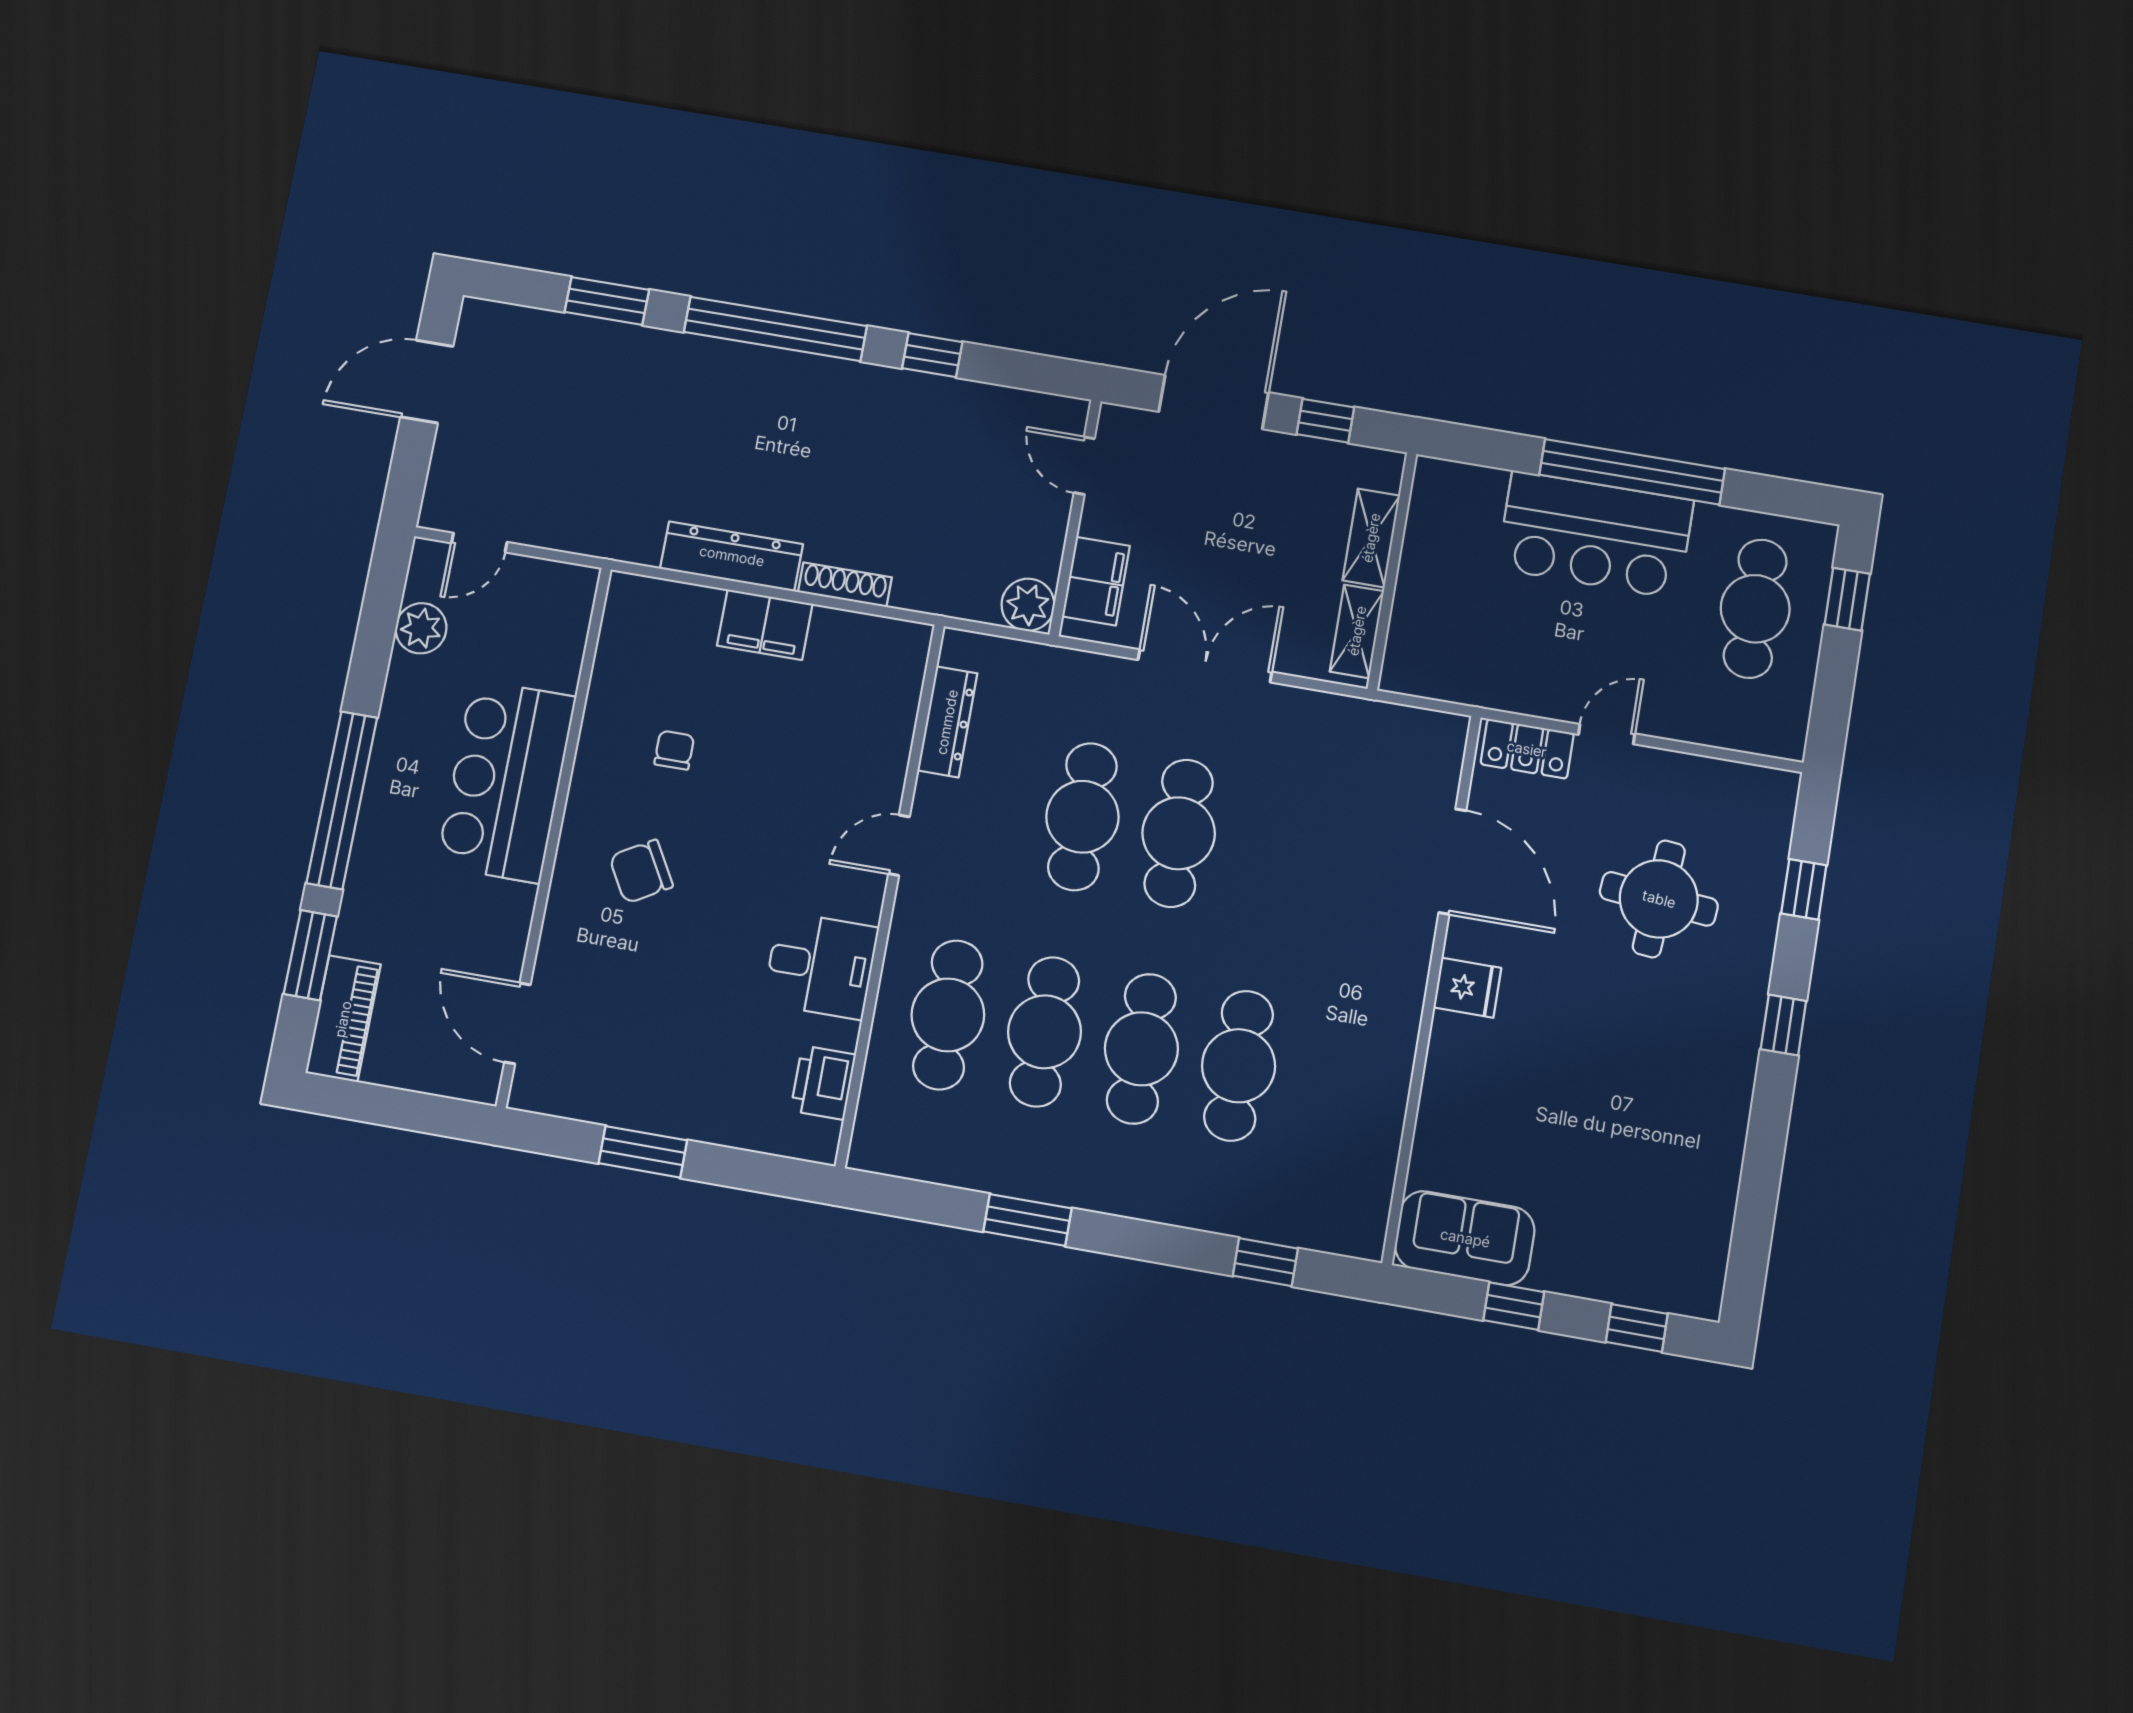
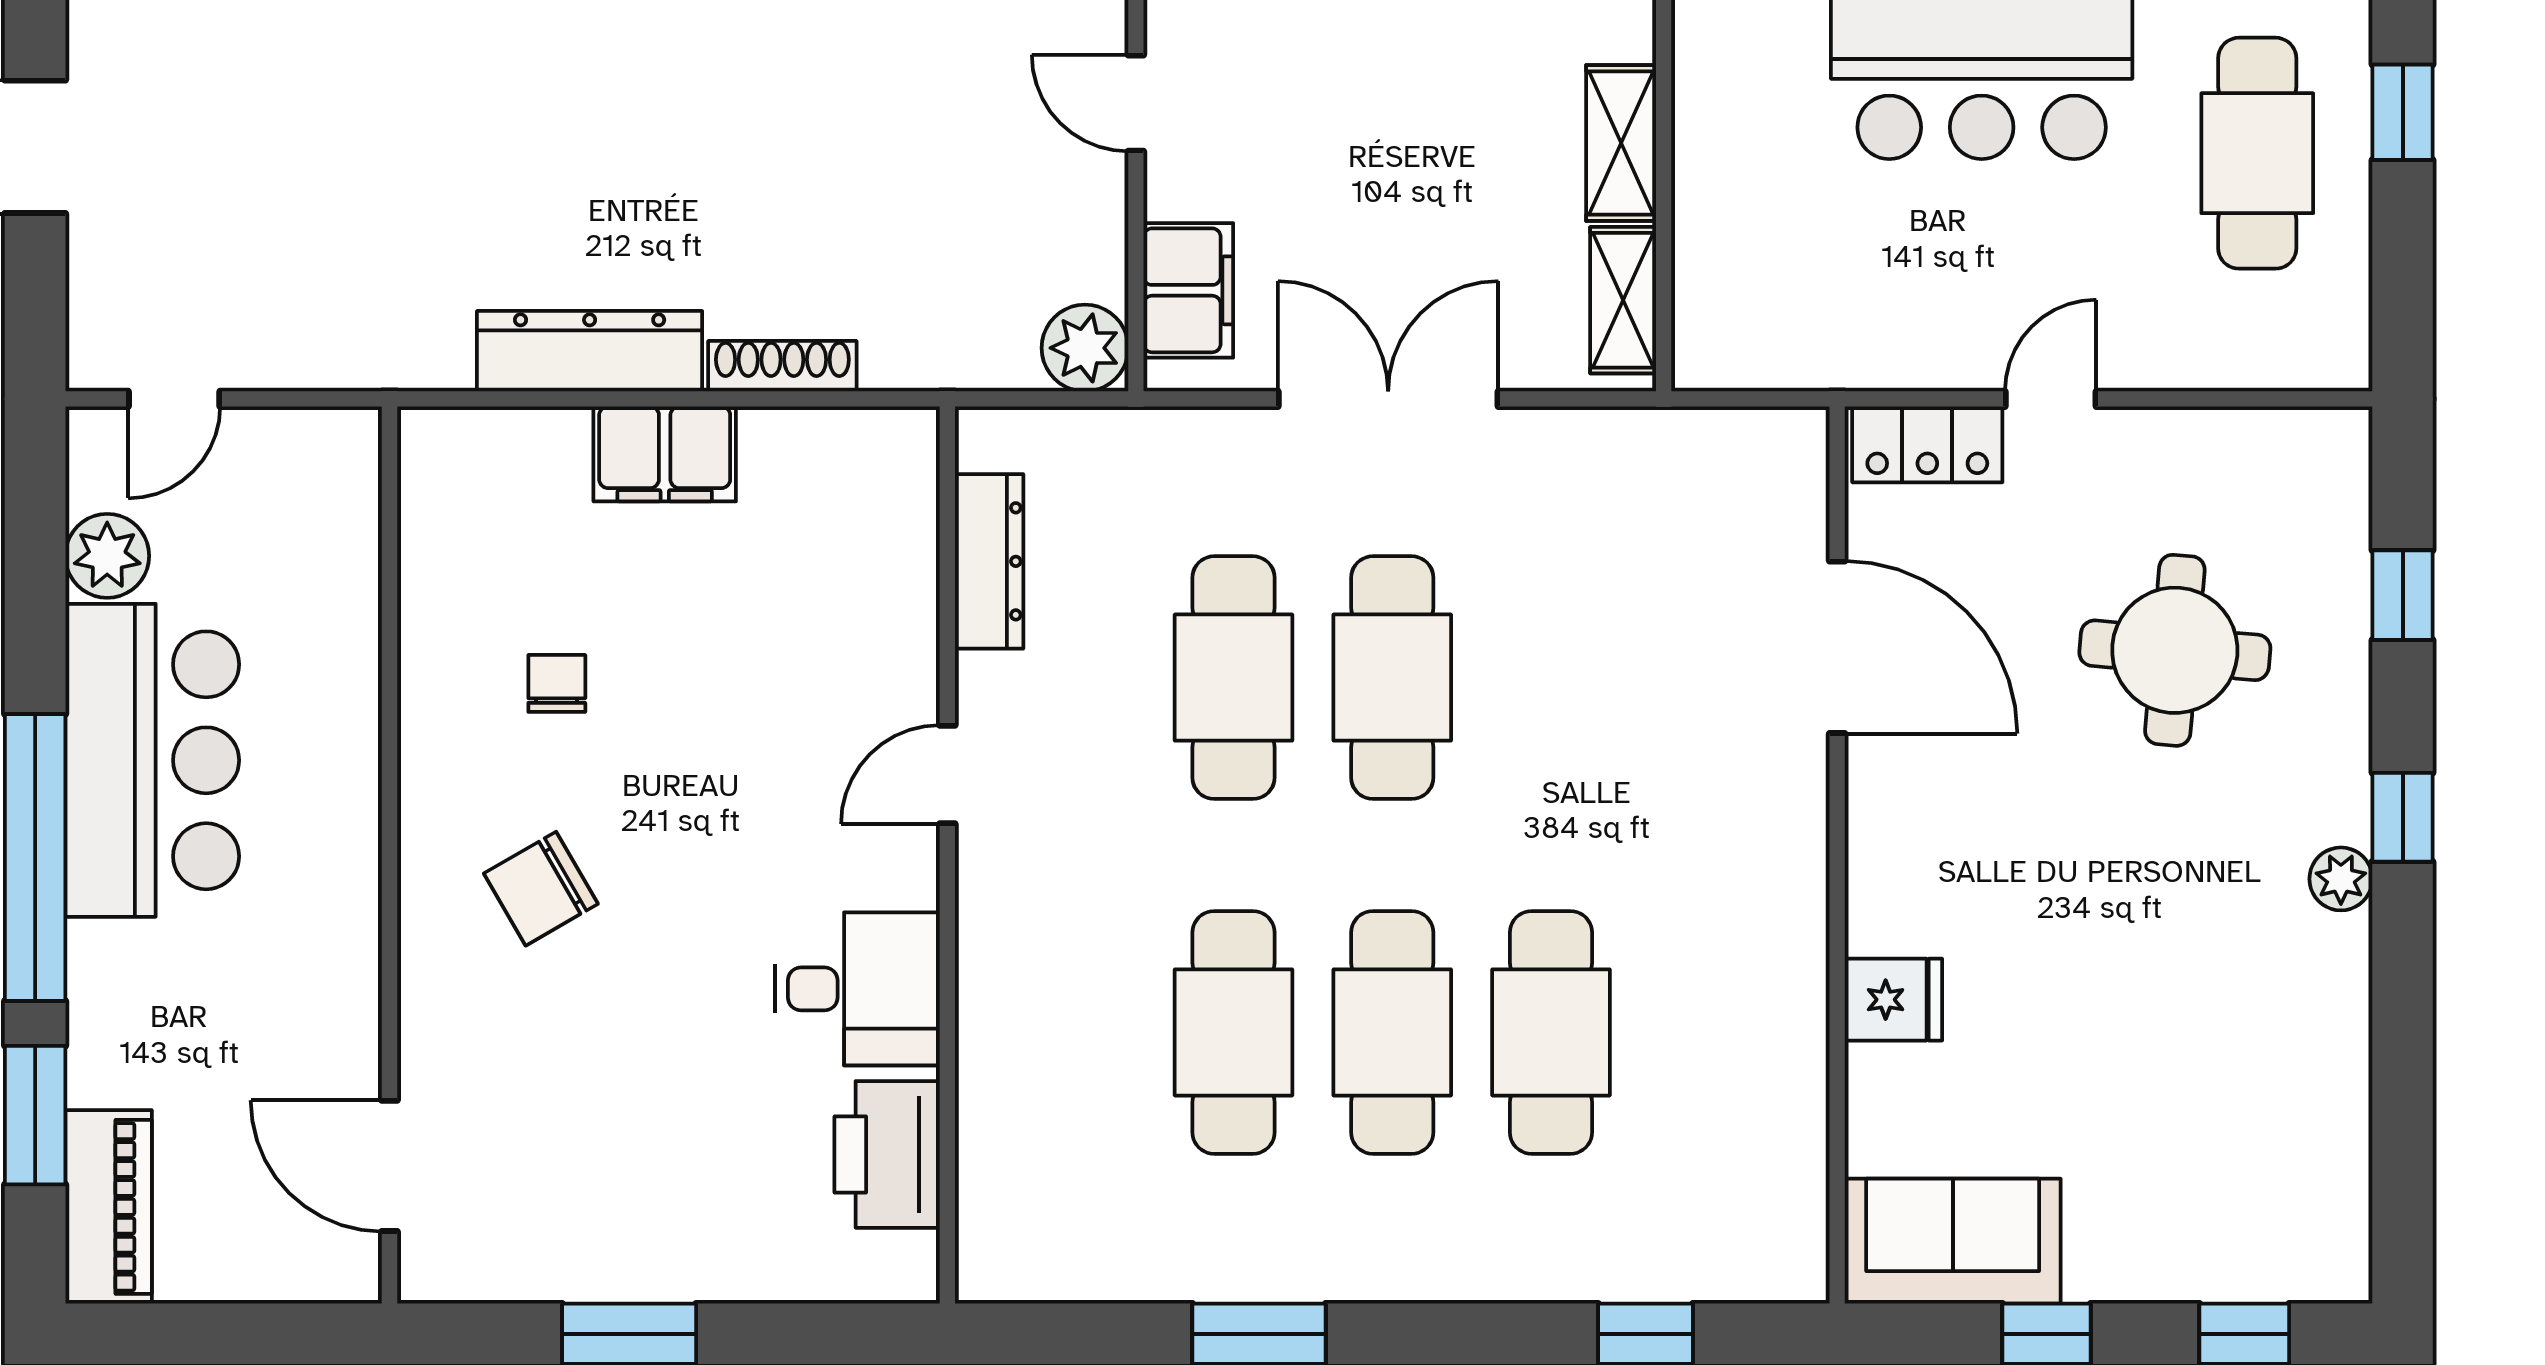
bar counter: (506, 781) -> (152, 760), moved, turned 180
fridge: (1467, 988) -> (1893, 1000), moved
cafe table: (948, 1015) -> (1075, 1032), removed
plant: (1740, 1056) -> (2341, 879), added
printer: (823, 1083) -> (887, 1154), width x1.37, depth x1.19

